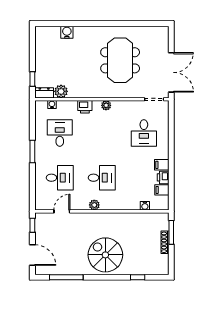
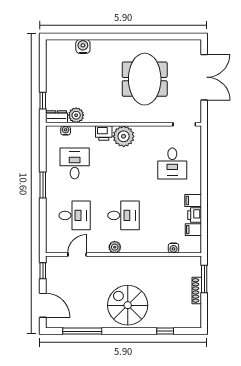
double door: (171, 72) -> (204, 77), moved
plant: (106, 105) -> (124, 136), width x1.88, depth x1.88

